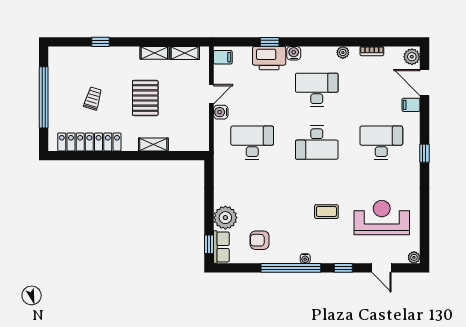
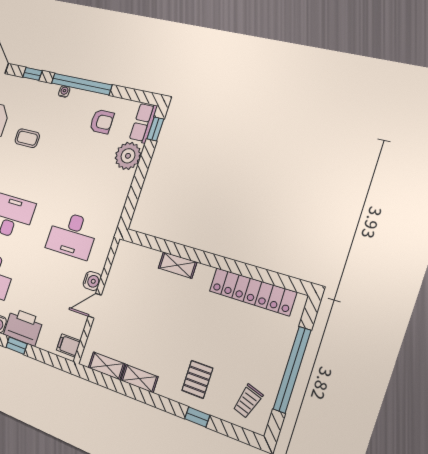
trolley: (93, 98) -> (248, 401), moved
pallet: (145, 98) -> (197, 379), moved, width x0.67, depth x0.71

